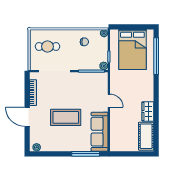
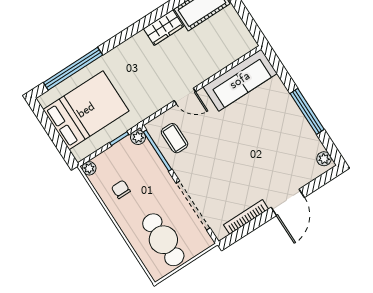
cafe table: (47, 46) -> (163, 240), width x1.37, depth x1.35
door: (109, 101) -> (185, 96), swing flipped
coffee table: (66, 117) -> (175, 138), moved, width x0.54, depth x0.58
window: (86, 154) -> (307, 111), moved

